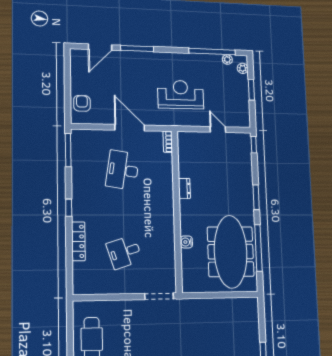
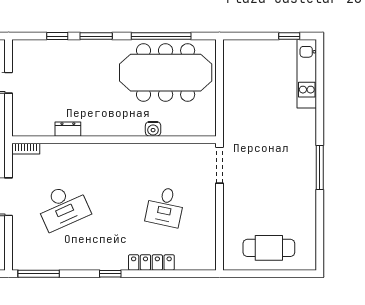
window: (254, 145) -> (57, 36), moved
desk: (123, 170) -> (63, 207), turned -33
dresser: (184, 188) -> (68, 129), moved
desk: (124, 252) -> (165, 207), turned 30

